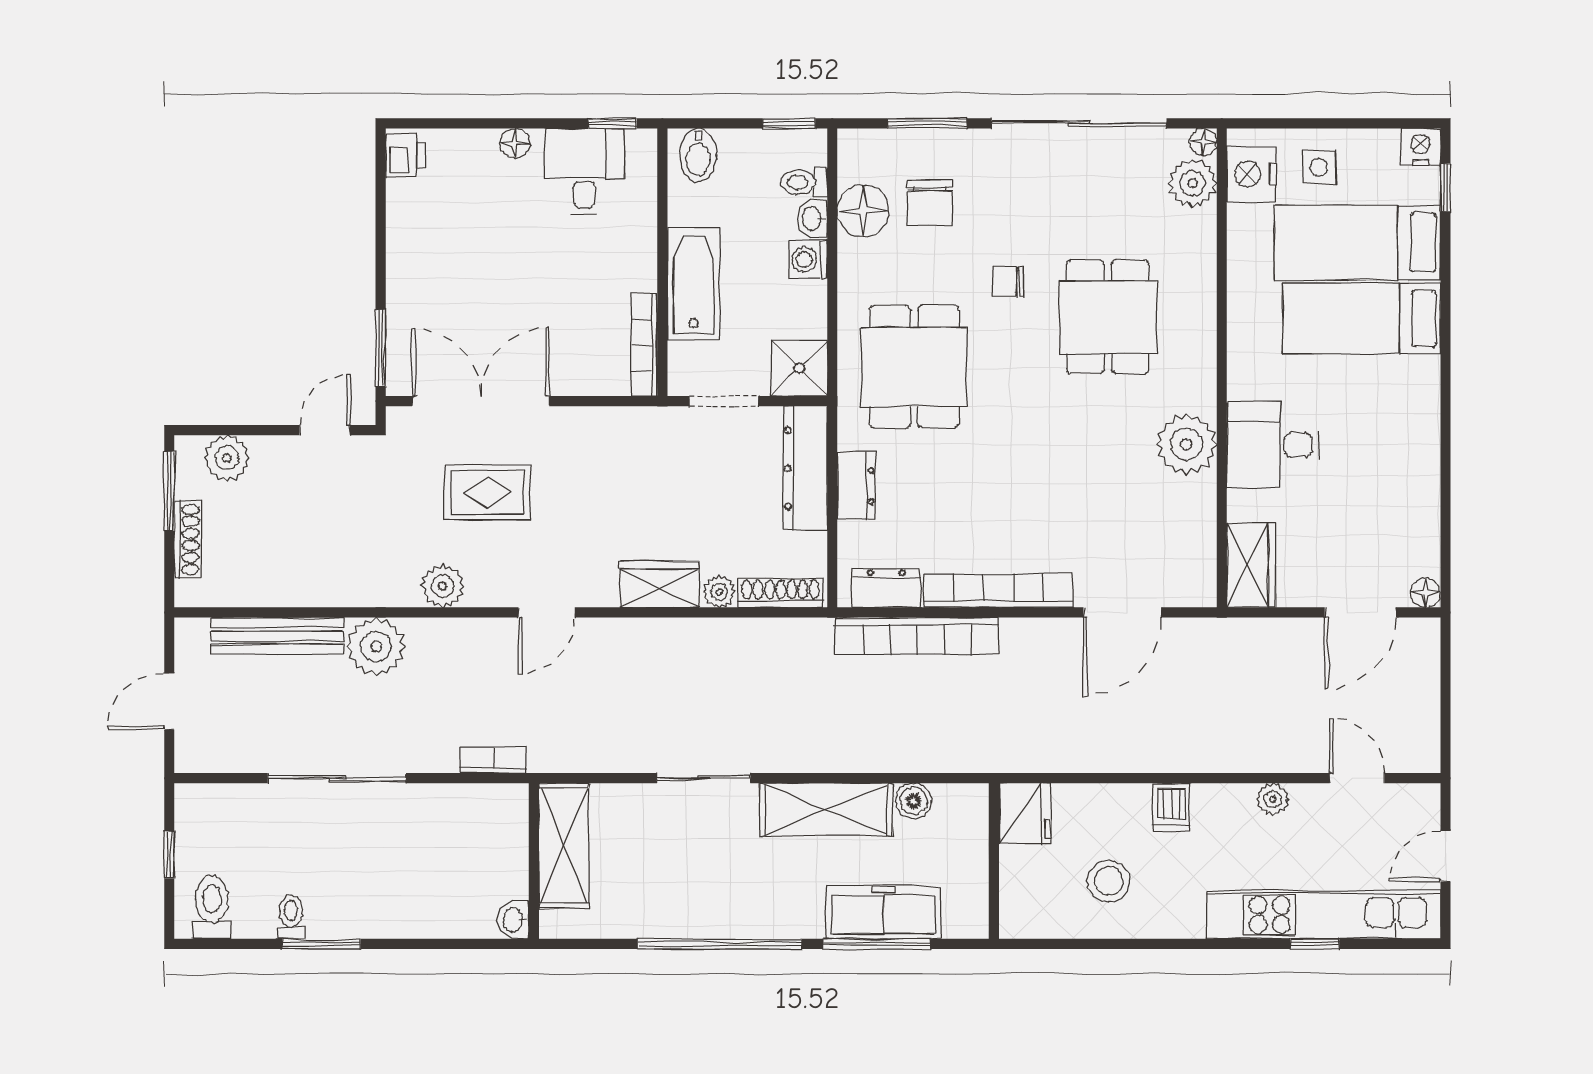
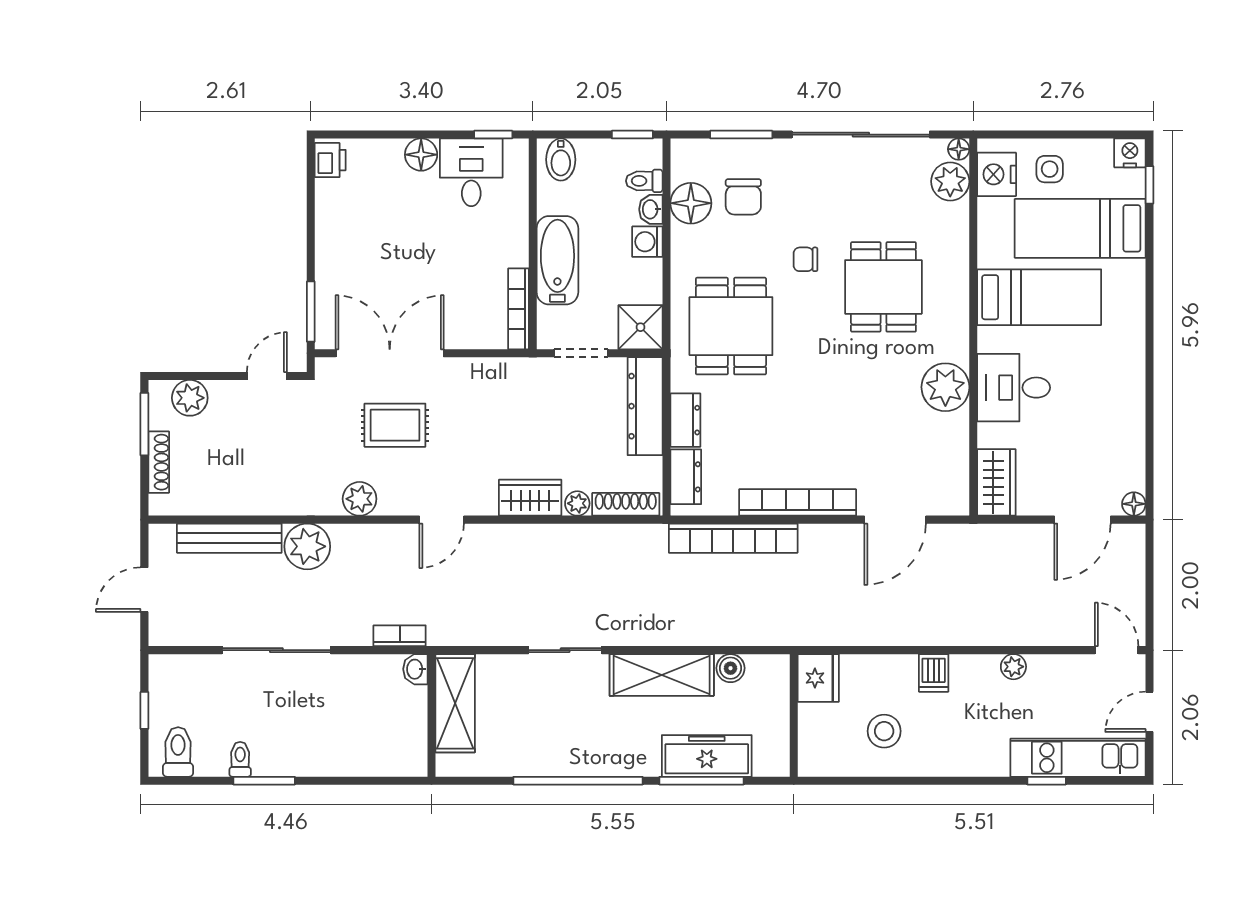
floor lamp: (515, 143) -> (421, 155), width x1.37, depth x1.37
bed: (1362, 319) -> (1039, 297), moved, turned 180
dresser: (886, 588) -> (686, 477), moved, turned 90
door: (1357, 778) -> (1117, 650), moved
kitchen unit: (1323, 915) -> (1078, 758), width x0.73
washbasin: (513, 920) -> (415, 669), moved

